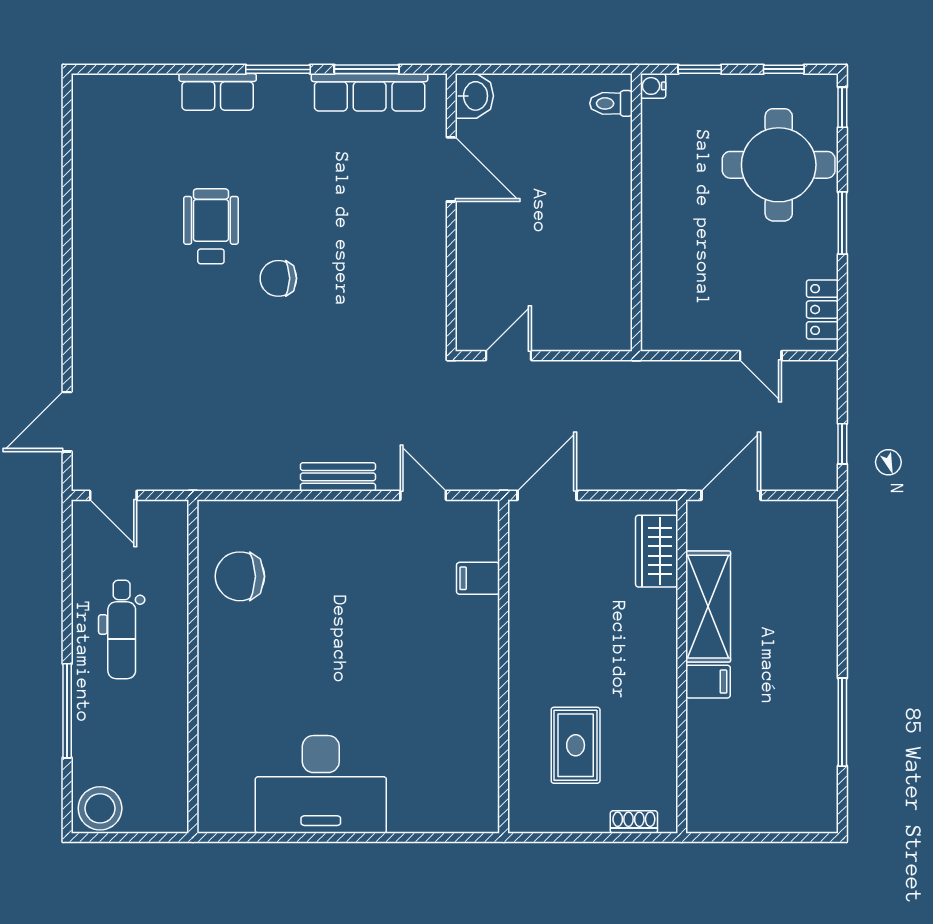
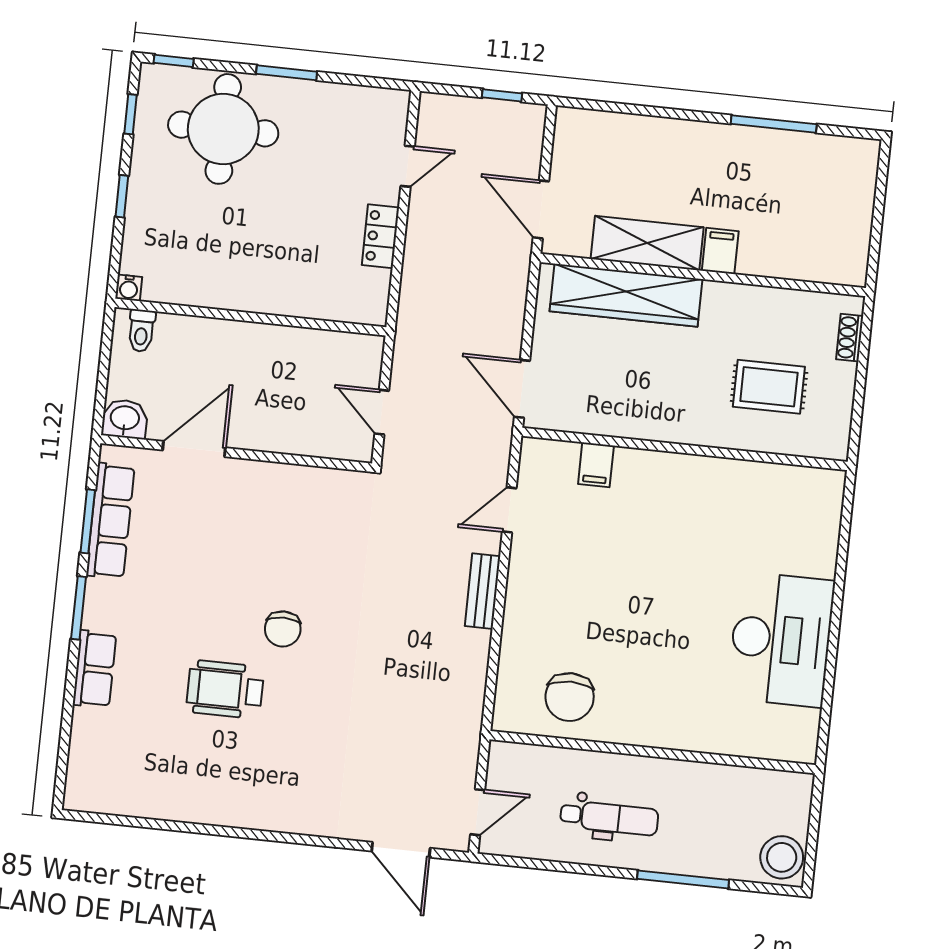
water cooler: (653, 86) -> (129, 288), moved
toilet: (611, 103) -> (141, 331), moved
wall: (636, 212) -> (250, 317), moved
locker: (822, 310) -> (380, 236), moved, turned 90
wardrobe: (657, 551) -> (626, 295), width x2.10, depth x1.17

